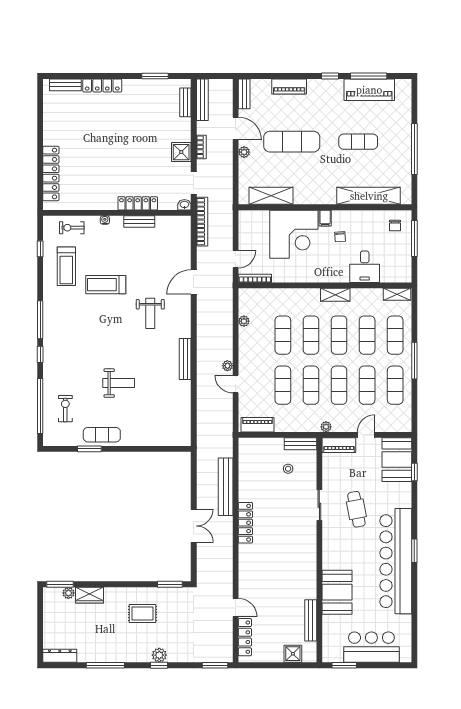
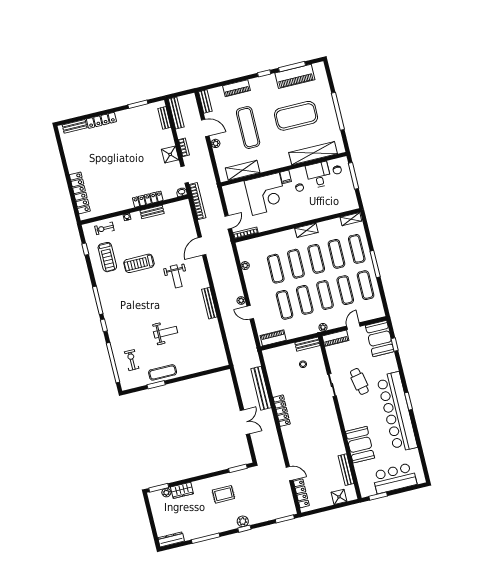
exercise mat: (292, 142) -> (248, 128), turned 90
exercise mat: (358, 142) -> (296, 116), width x2.00, depth x1.45
desk: (365, 267) -> (318, 175), moved, turned 180

